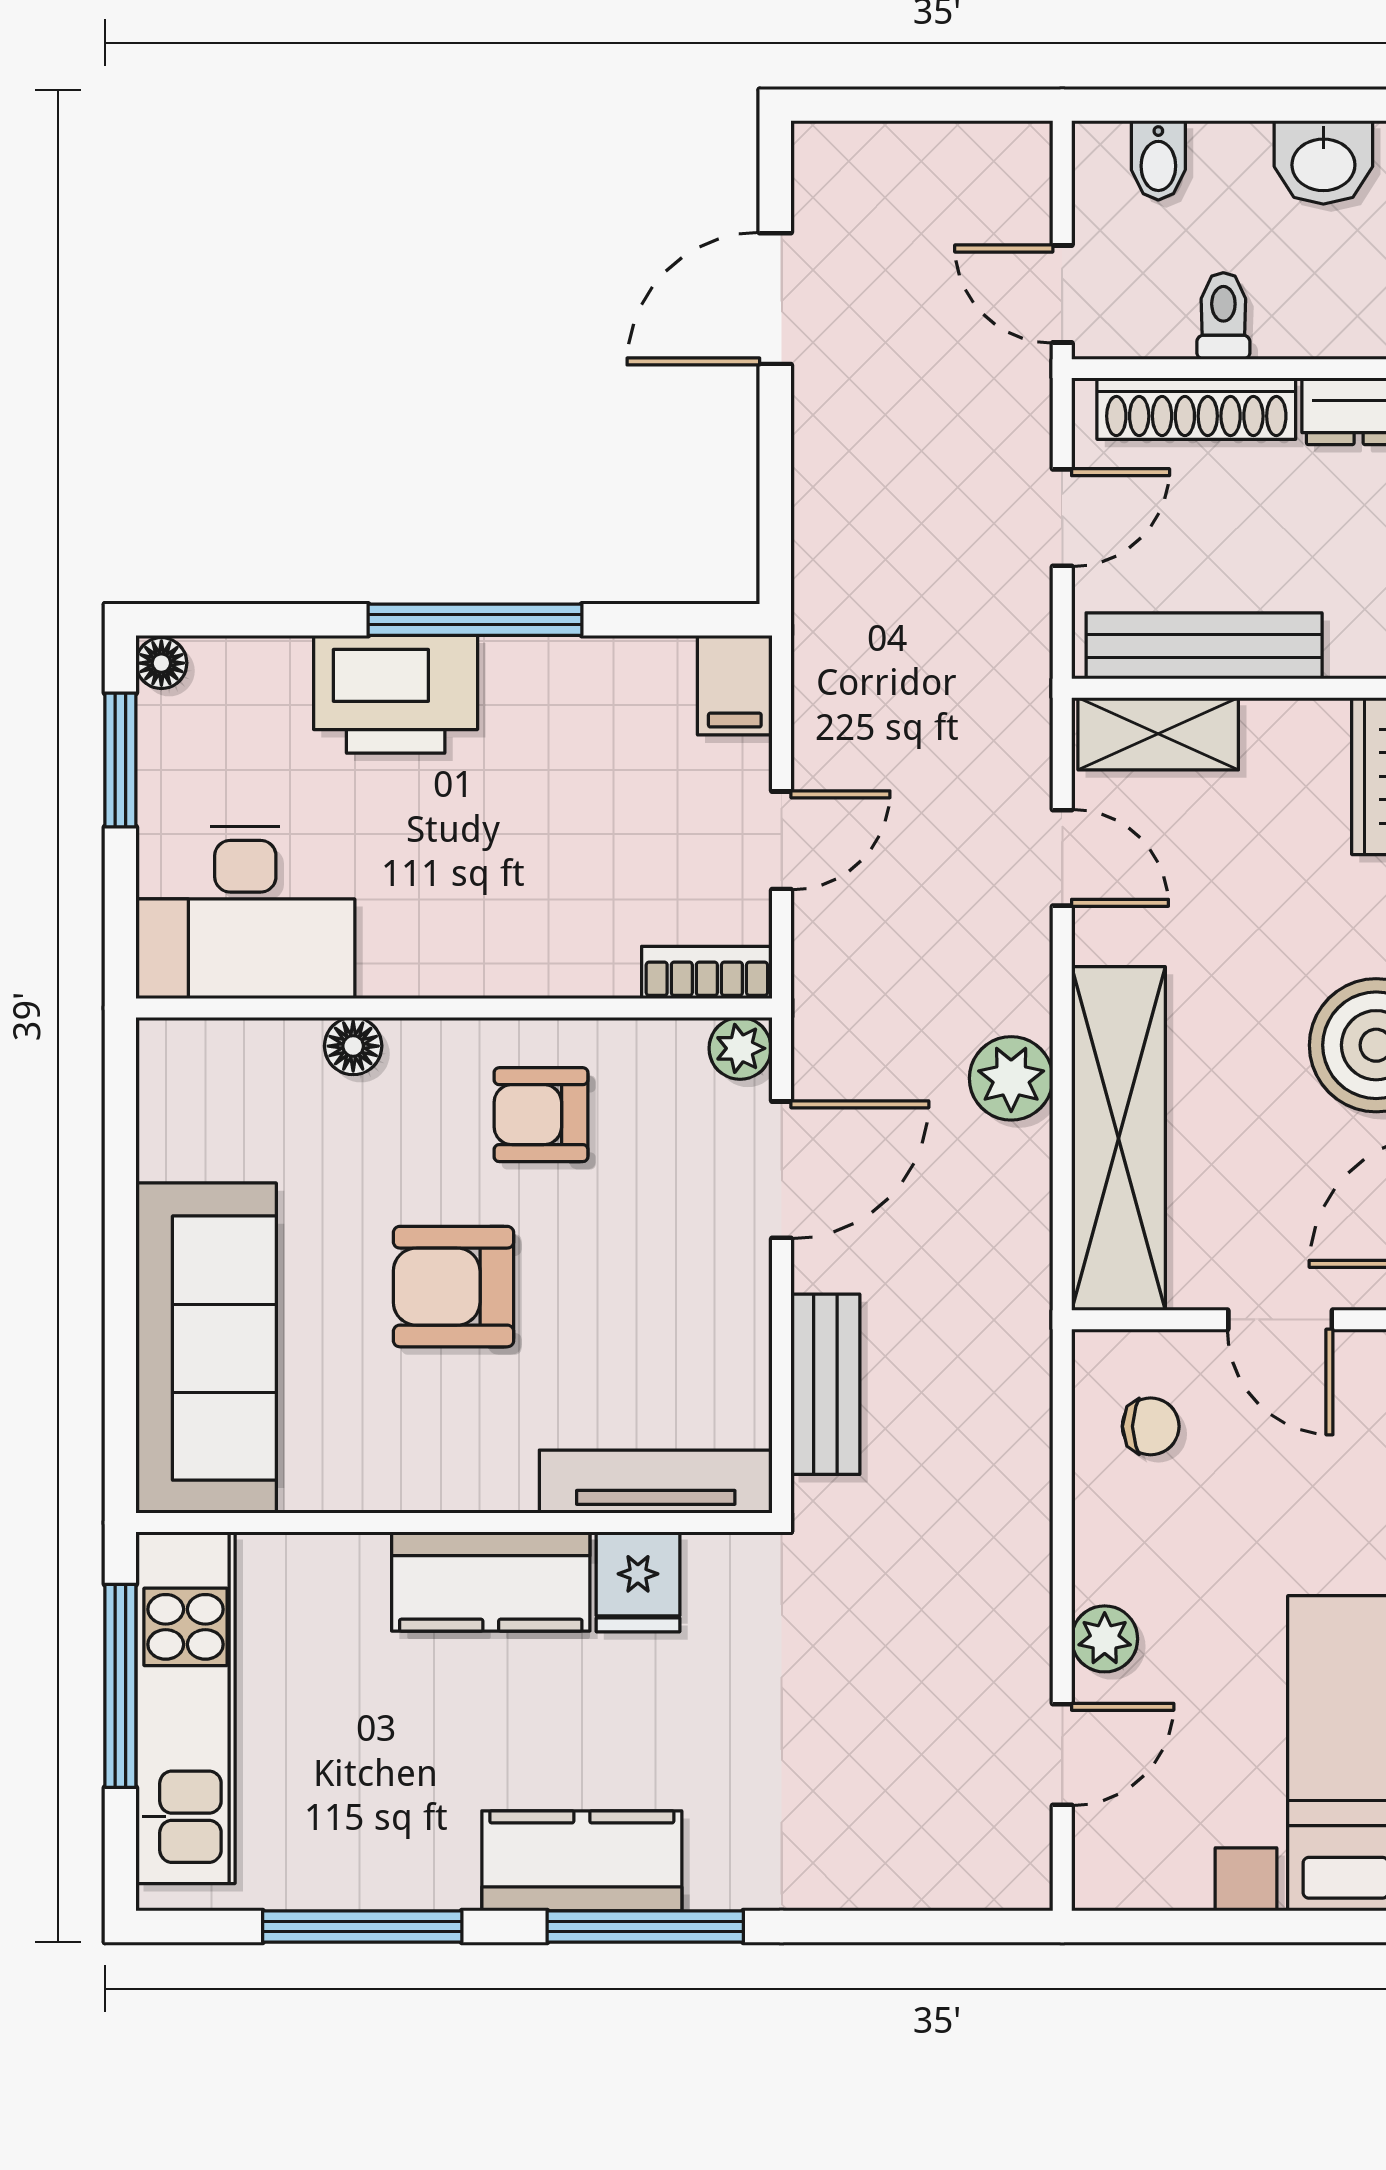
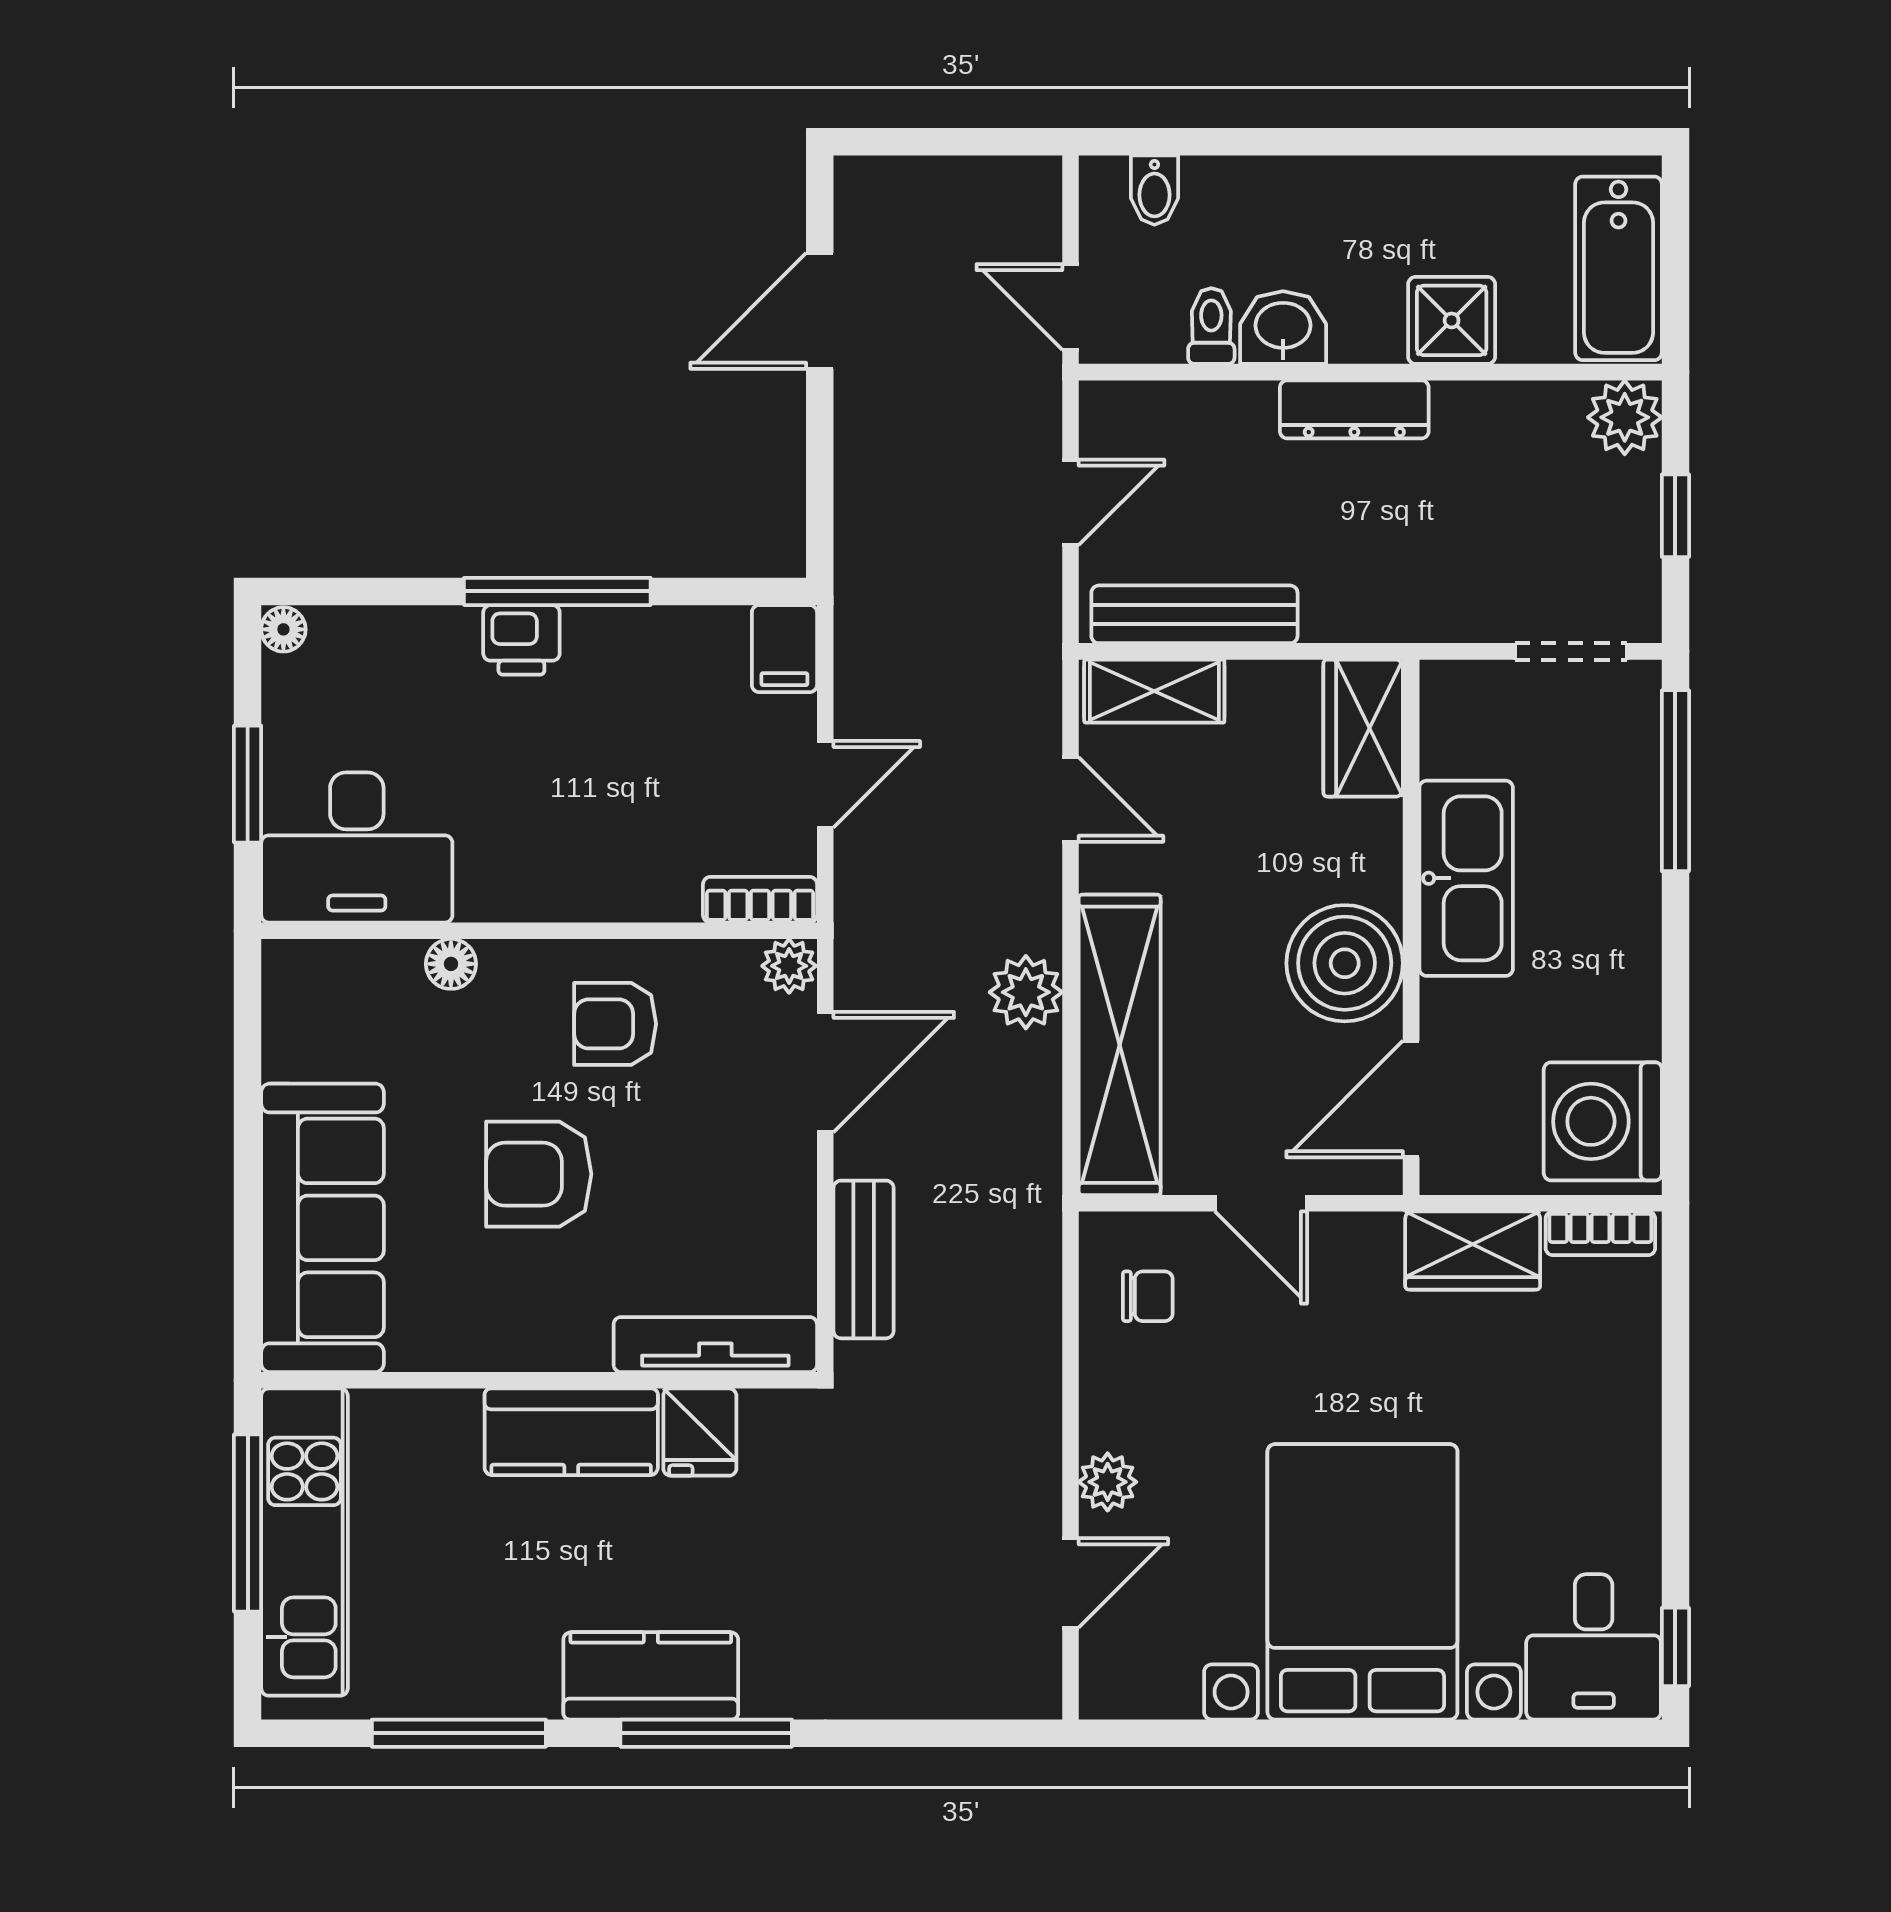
washbasin: (1323, 162) -> (1283, 328), moved, turned 180
shoe rack: (1196, 409) -> (1188, 407), removed
printer: (396, 694) -> (521, 640), width x0.53, depth x0.68
window: (120, 760) -> (248, 784), moved

